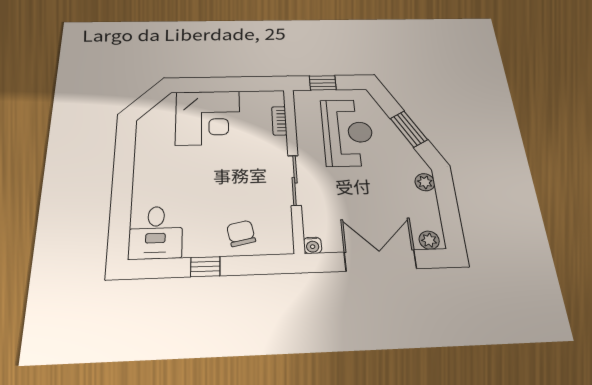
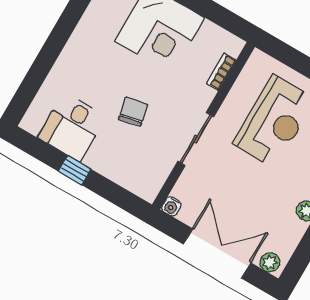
window: (323, 83) -> (288, 56), removed
desk: (156, 232) -> (72, 127), moved
chair: (241, 233) -> (133, 112), moved

